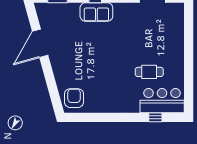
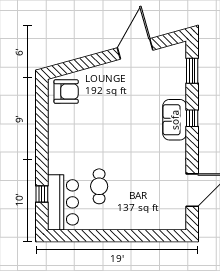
door: (40, 43) -> (135, 49), hinge flipped

